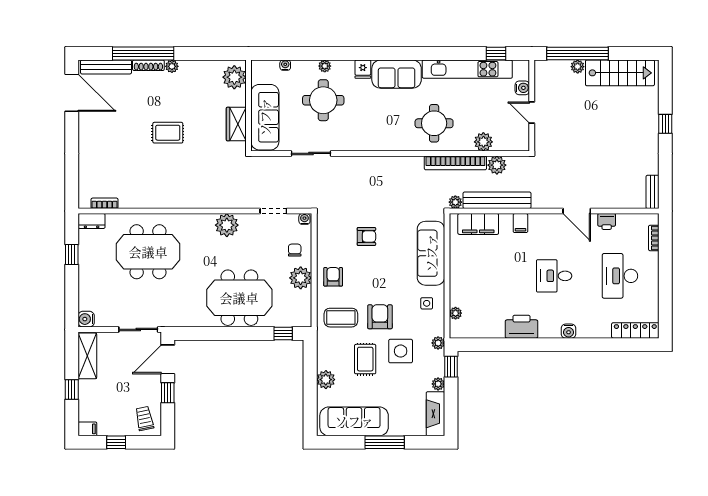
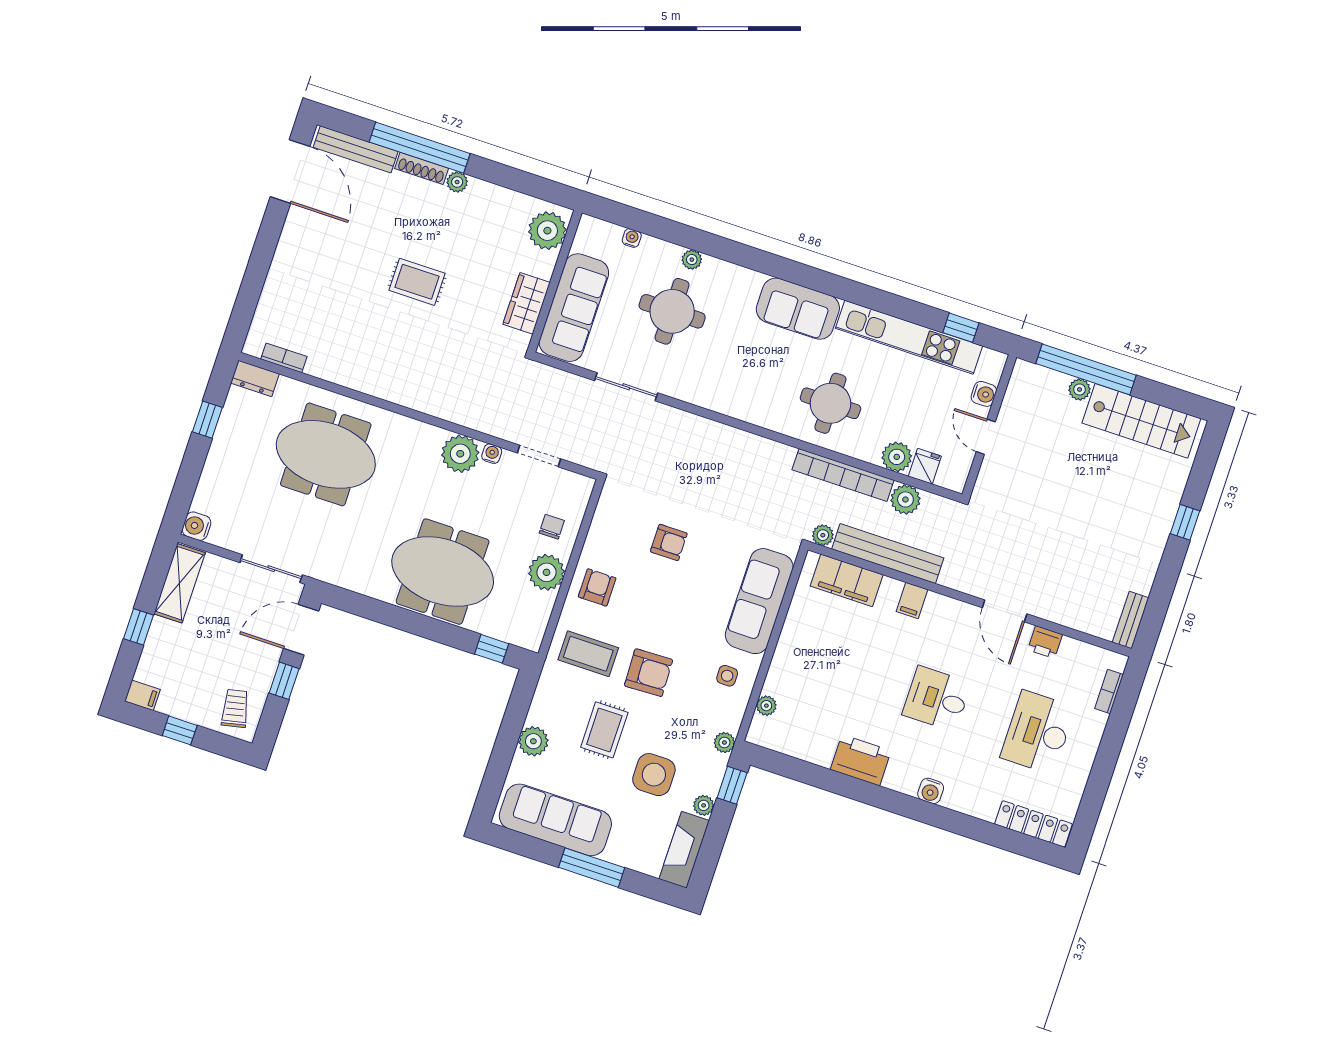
fridge: (363, 69) -> (925, 466), moved, turned 180
water cooler: (304, 219) -> (492, 454), moved
armchair: (380, 317) -> (649, 673), turned 88
side table: (401, 351) -> (654, 775), moved

